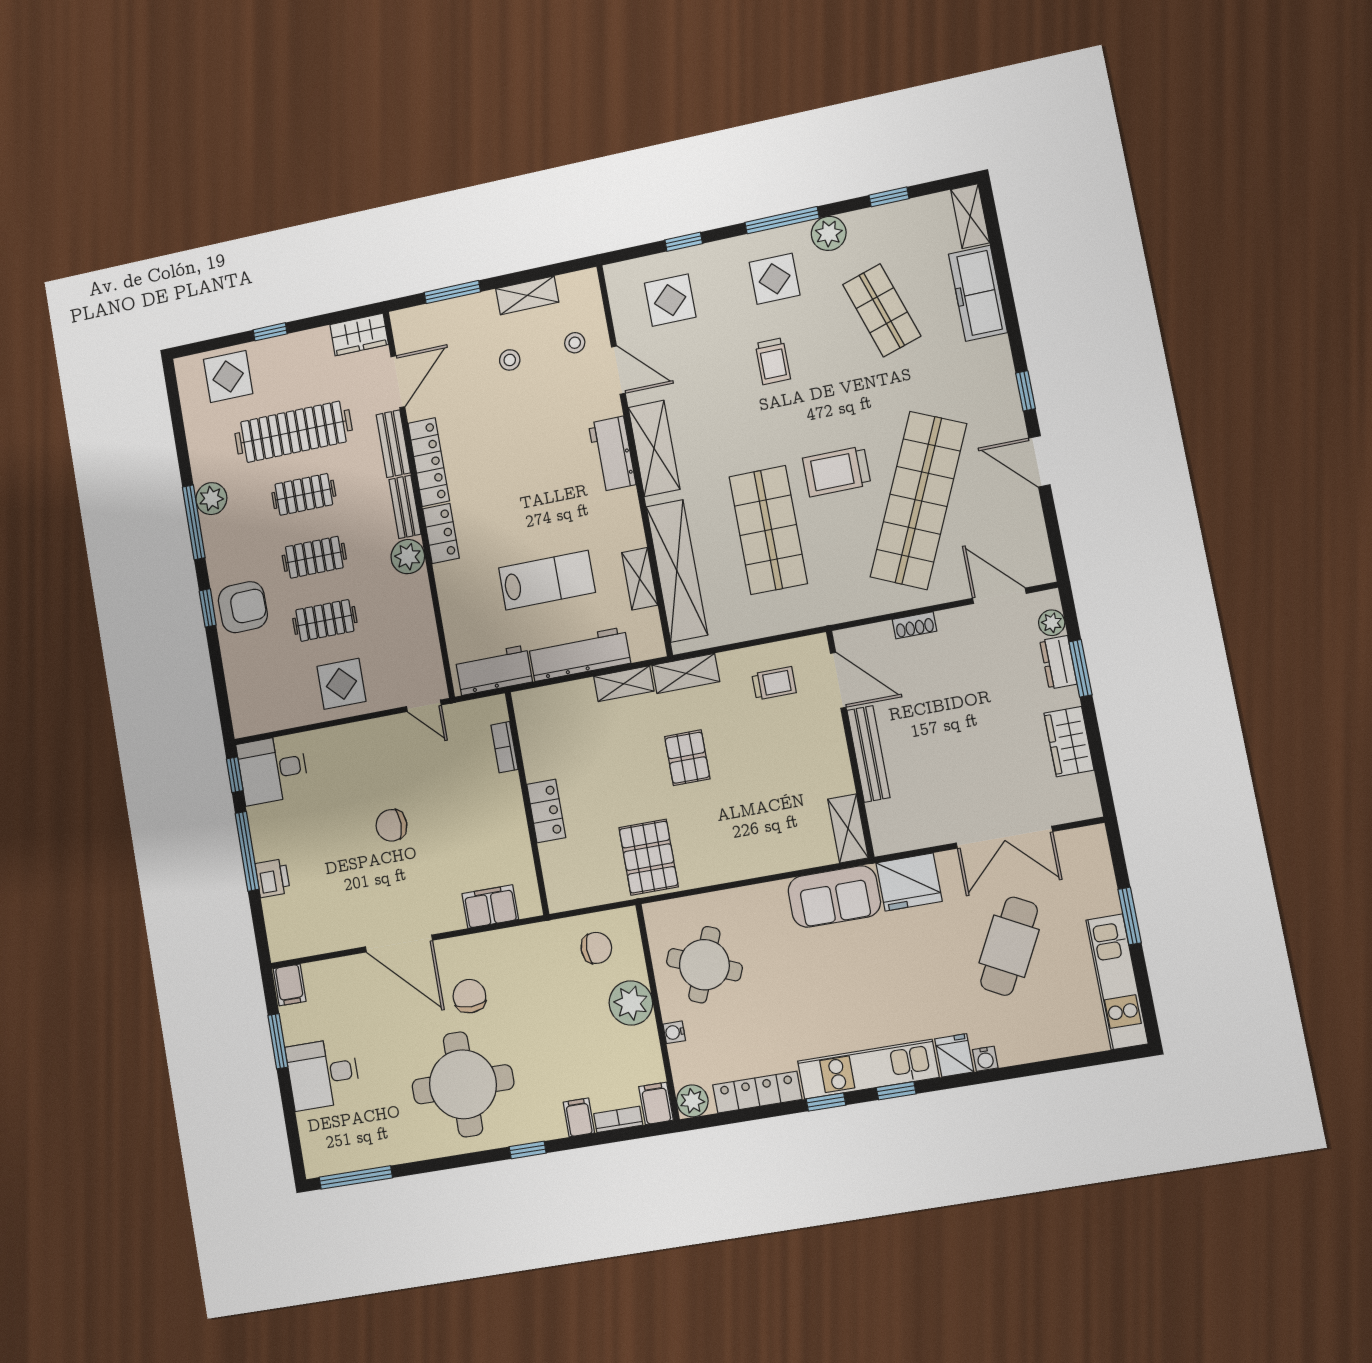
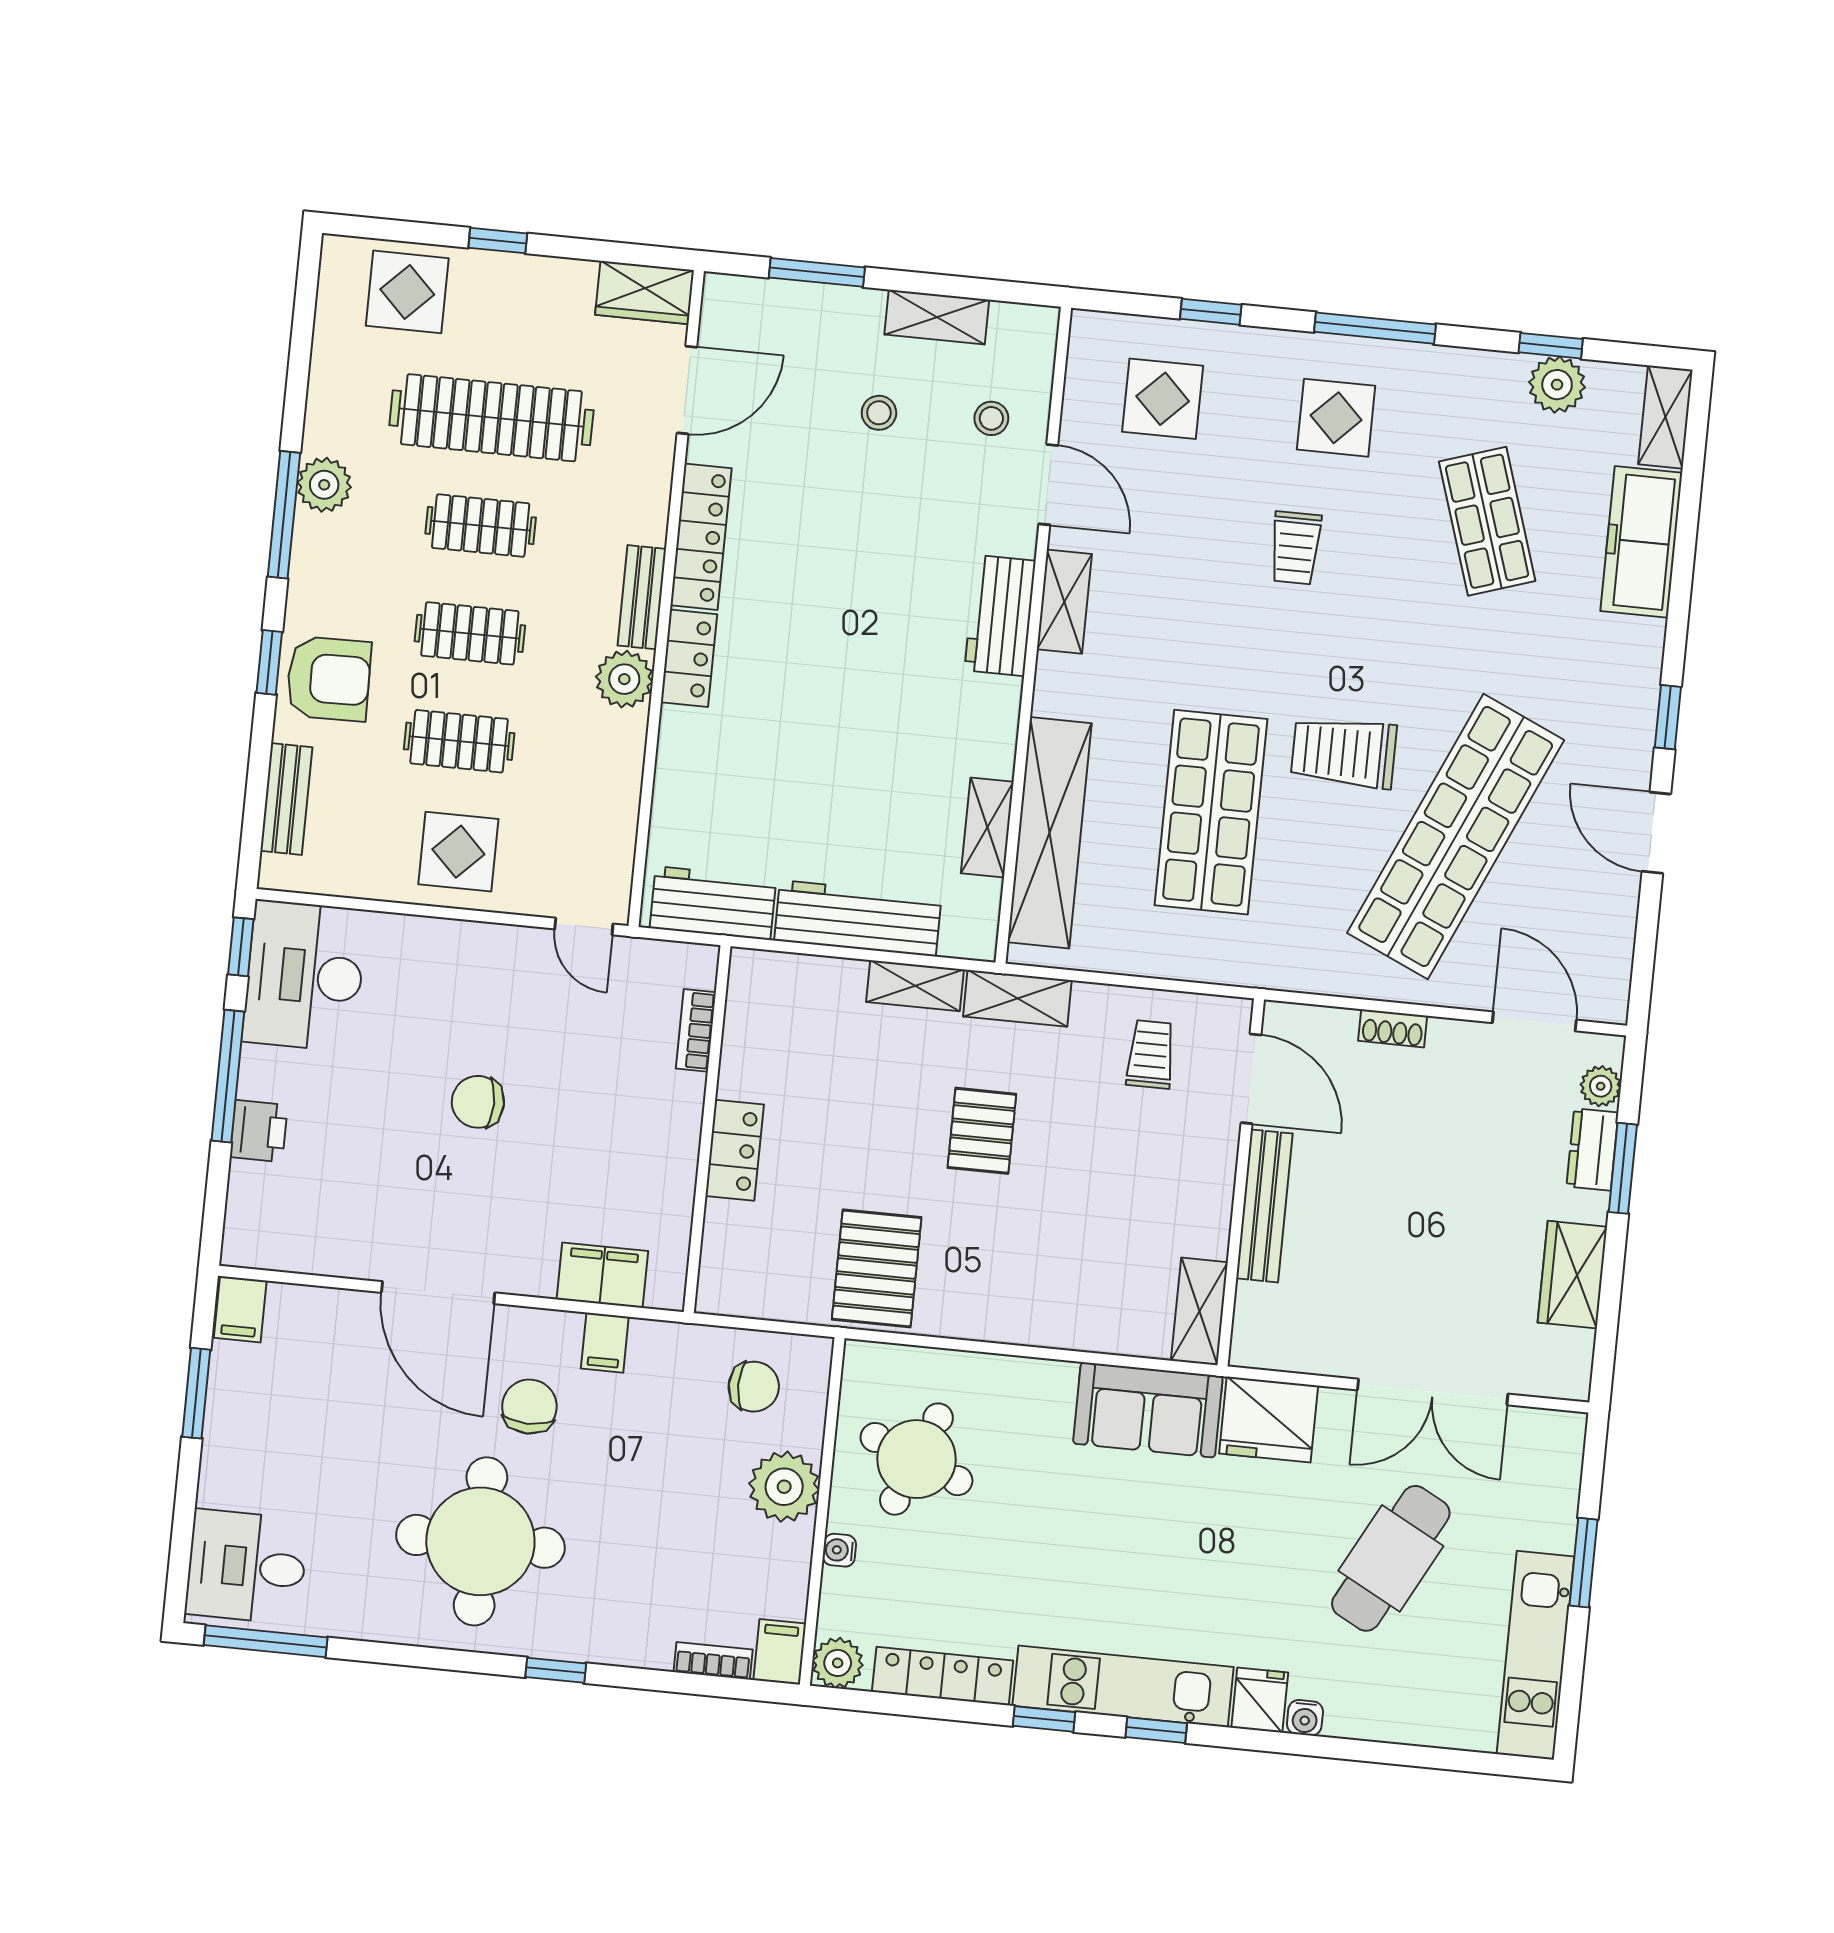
plant: (829, 233) -> (1557, 385), moved
bench: (393, 444) -> (286, 799), moved
shelving: (654, 448) -> (1064, 602), width x0.67, depth x0.75
lab bench: (547, 580) -> (839, 785), removed
trolley: (774, 683) -> (1151, 1054), turned -90
desk: (273, 769) -> (305, 976), width x1.37
desk: (323, 1074) -> (247, 1567), moved
filing cabinet: (579, 1117) -> (605, 1343), moved, turned 180

